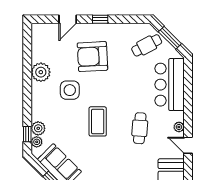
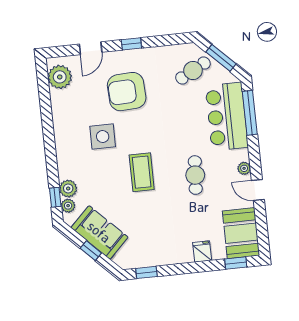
plant: (41, 72) -> (60, 77), moved
window: (188, 84) -> (250, 113), added

